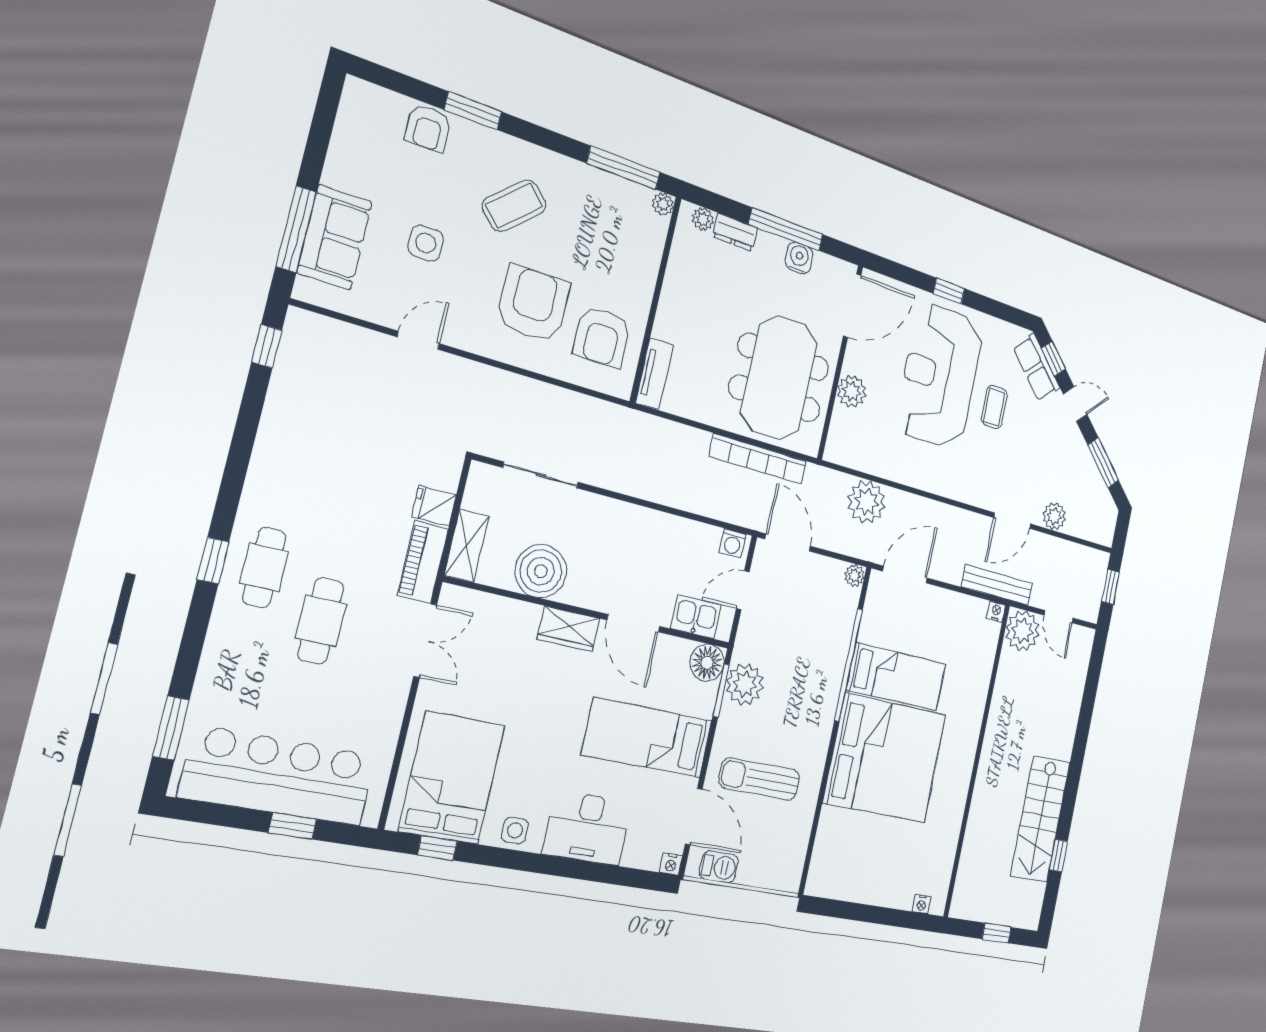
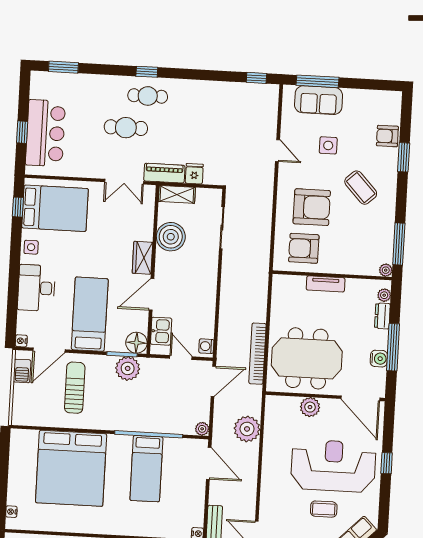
tv unit: (654, 374) -> (326, 284), moved
bed: (885, 758) -> (71, 468), moved
bar counter: (279, 776) -> (45, 133), width x0.73

